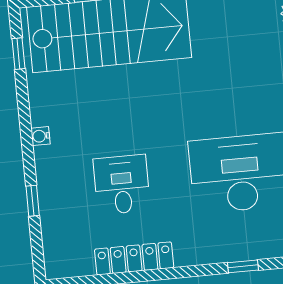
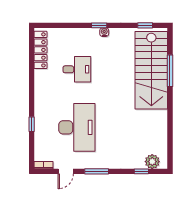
window: (33, 201) -> (99, 25), moved
locker: (134, 258) -> (41, 50), moved

